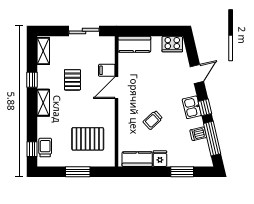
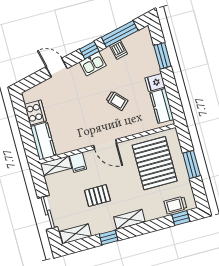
sliding door: (84, 31) -> (48, 213), moved
cooker: (172, 44) -> (35, 113), moved
shelving: (109, 50) -> (56, 166), added
door: (117, 88) -> (105, 144), moved
pallet: (88, 139) -> (155, 163), width x1.37, depth x1.41

